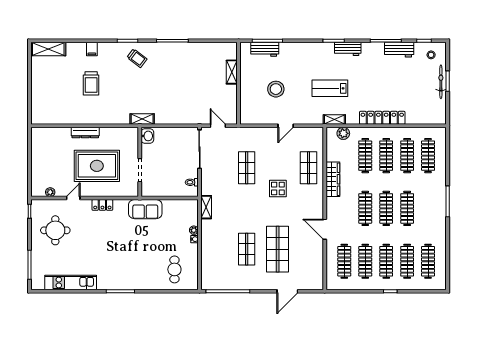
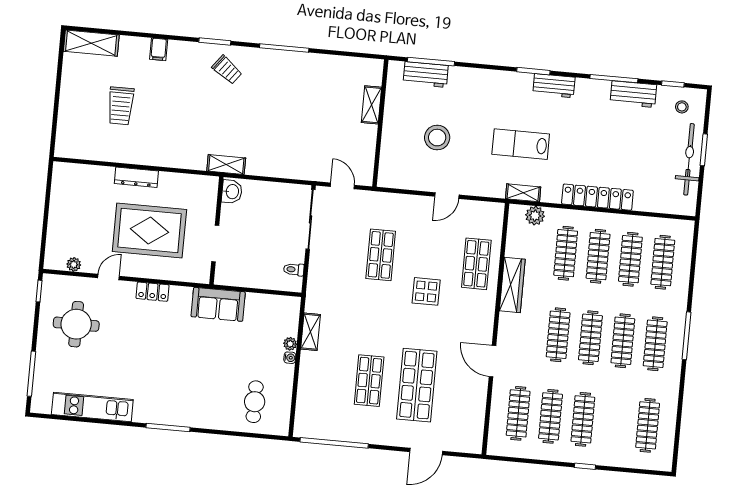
bicycle: (441, 82) -> (689, 159), width x1.37, depth x1.40
trolley: (91, 83) -> (121, 106), moved
shelving: (206, 207) -> (310, 332), moved
clothes rail: (407, 261) -> (655, 344), moved

